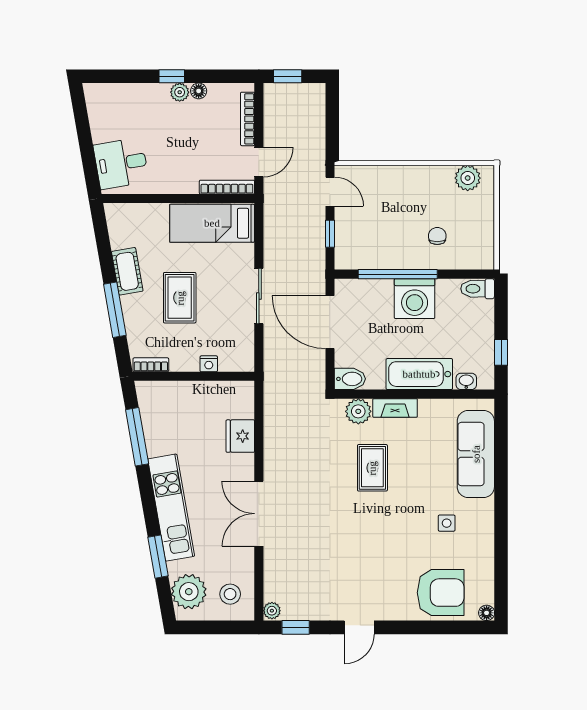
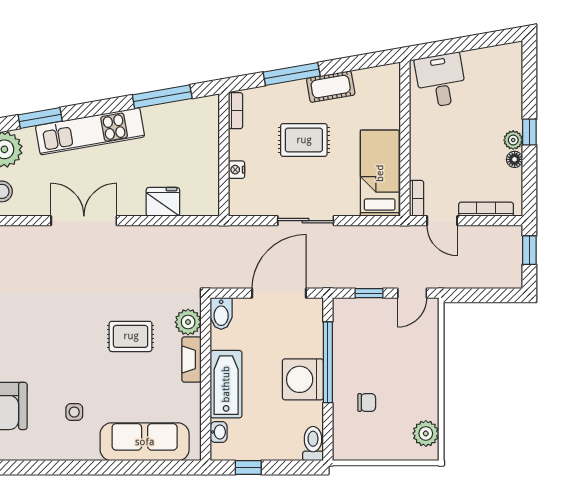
bookcase: (227, 187) -> (417, 198), width x0.64

